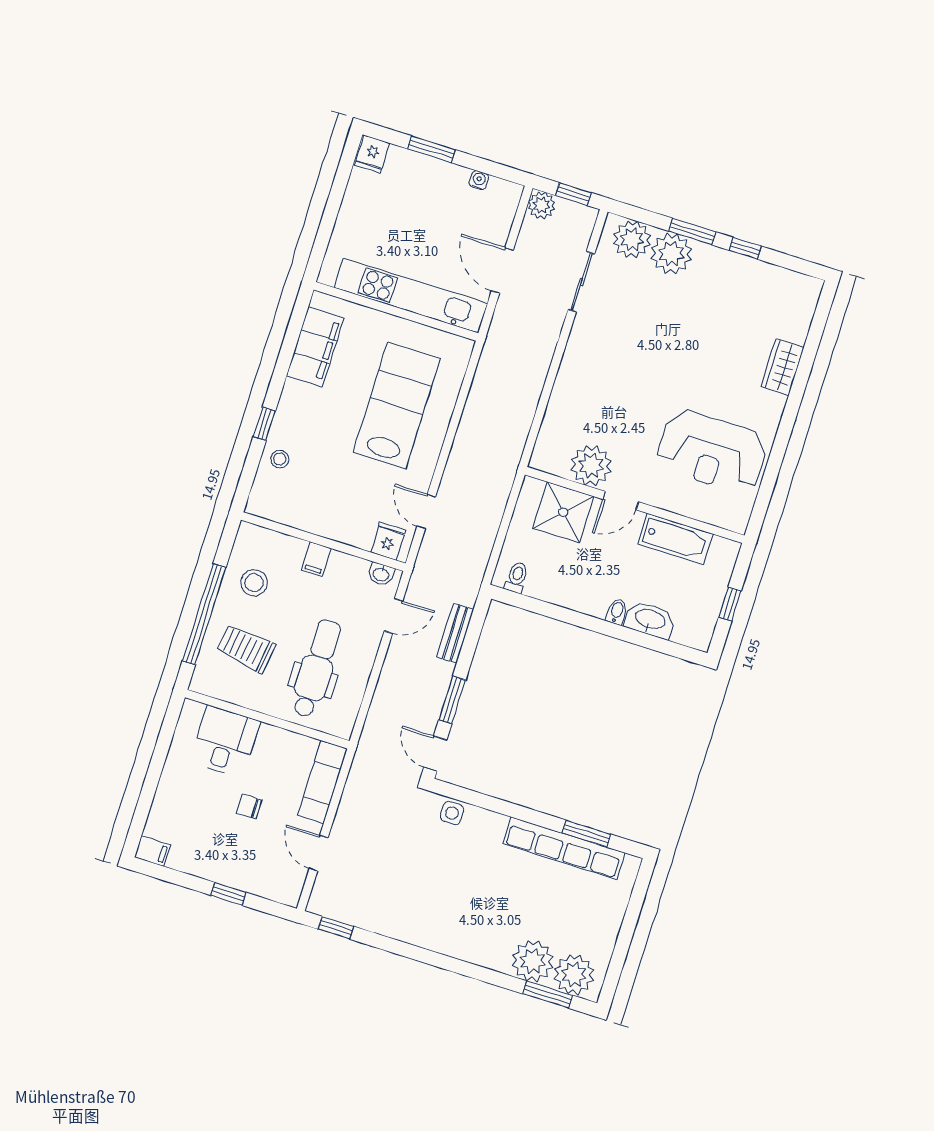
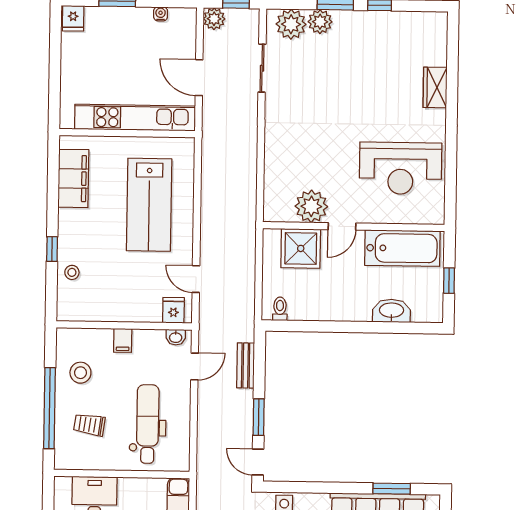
plant: (671, 254) -> (320, 22), width x0.73, depth x0.73
lab bench: (397, 405) -> (149, 205), turned 180
bathtub: (675, 539) -> (402, 248), width x1.36, depth x1.36
bidet: (617, 612) -> (364, 312), removed
trolley: (246, 648) -> (89, 425), width x0.73, depth x0.72

